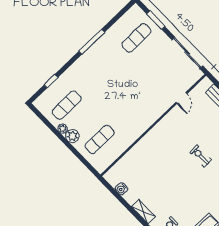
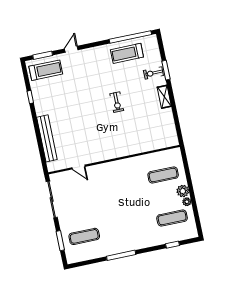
door: (181, 98) -> (79, 167), swing flipped
exercise bike: (201, 156) -> (117, 102), moved
water cooler: (121, 189) -> (170, 125), removed

